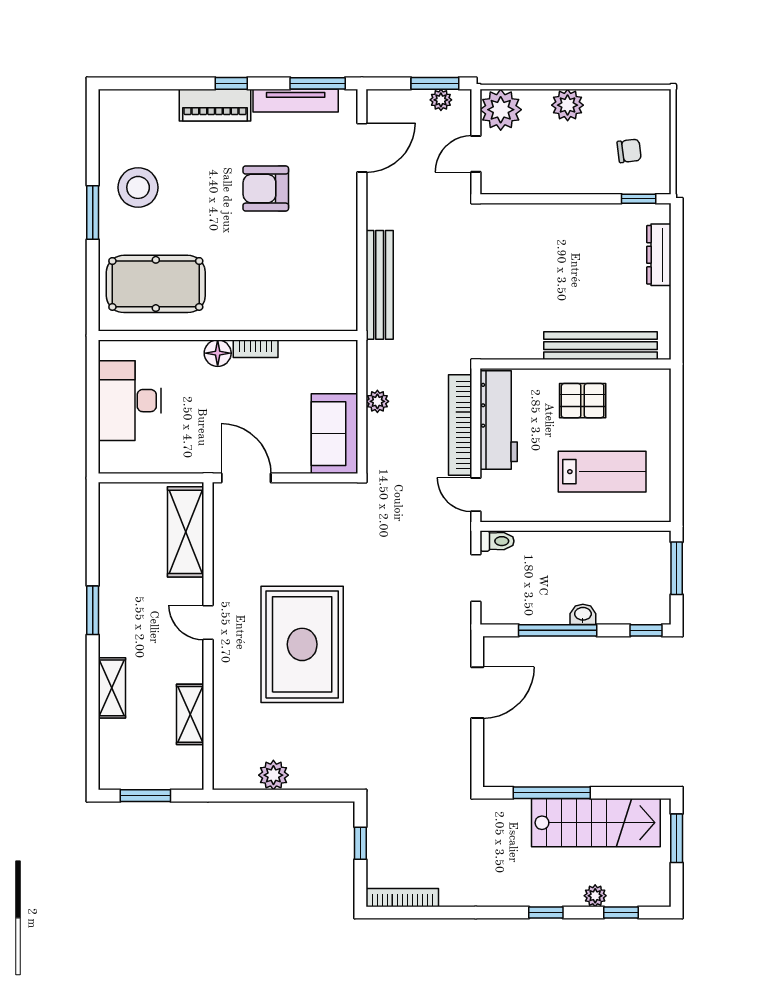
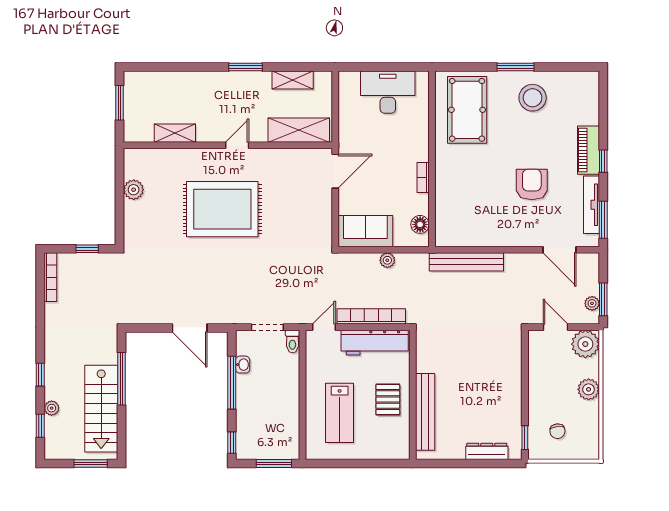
floor lamp: (218, 353) -> (420, 224), moved
washbasin: (583, 614) -> (243, 365), moved
shelving: (112, 688) -> (293, 80), moved

